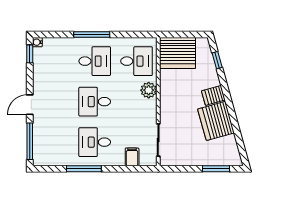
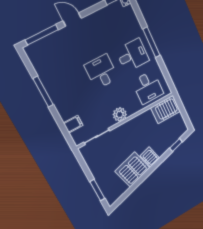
server rack: (178, 53) -> (166, 109), width x0.62
desk: (95, 61) -> (133, 55), turned -90
plant: (149, 90) -> (120, 114), moved
desk: (95, 142) -> (69, 89), removed

